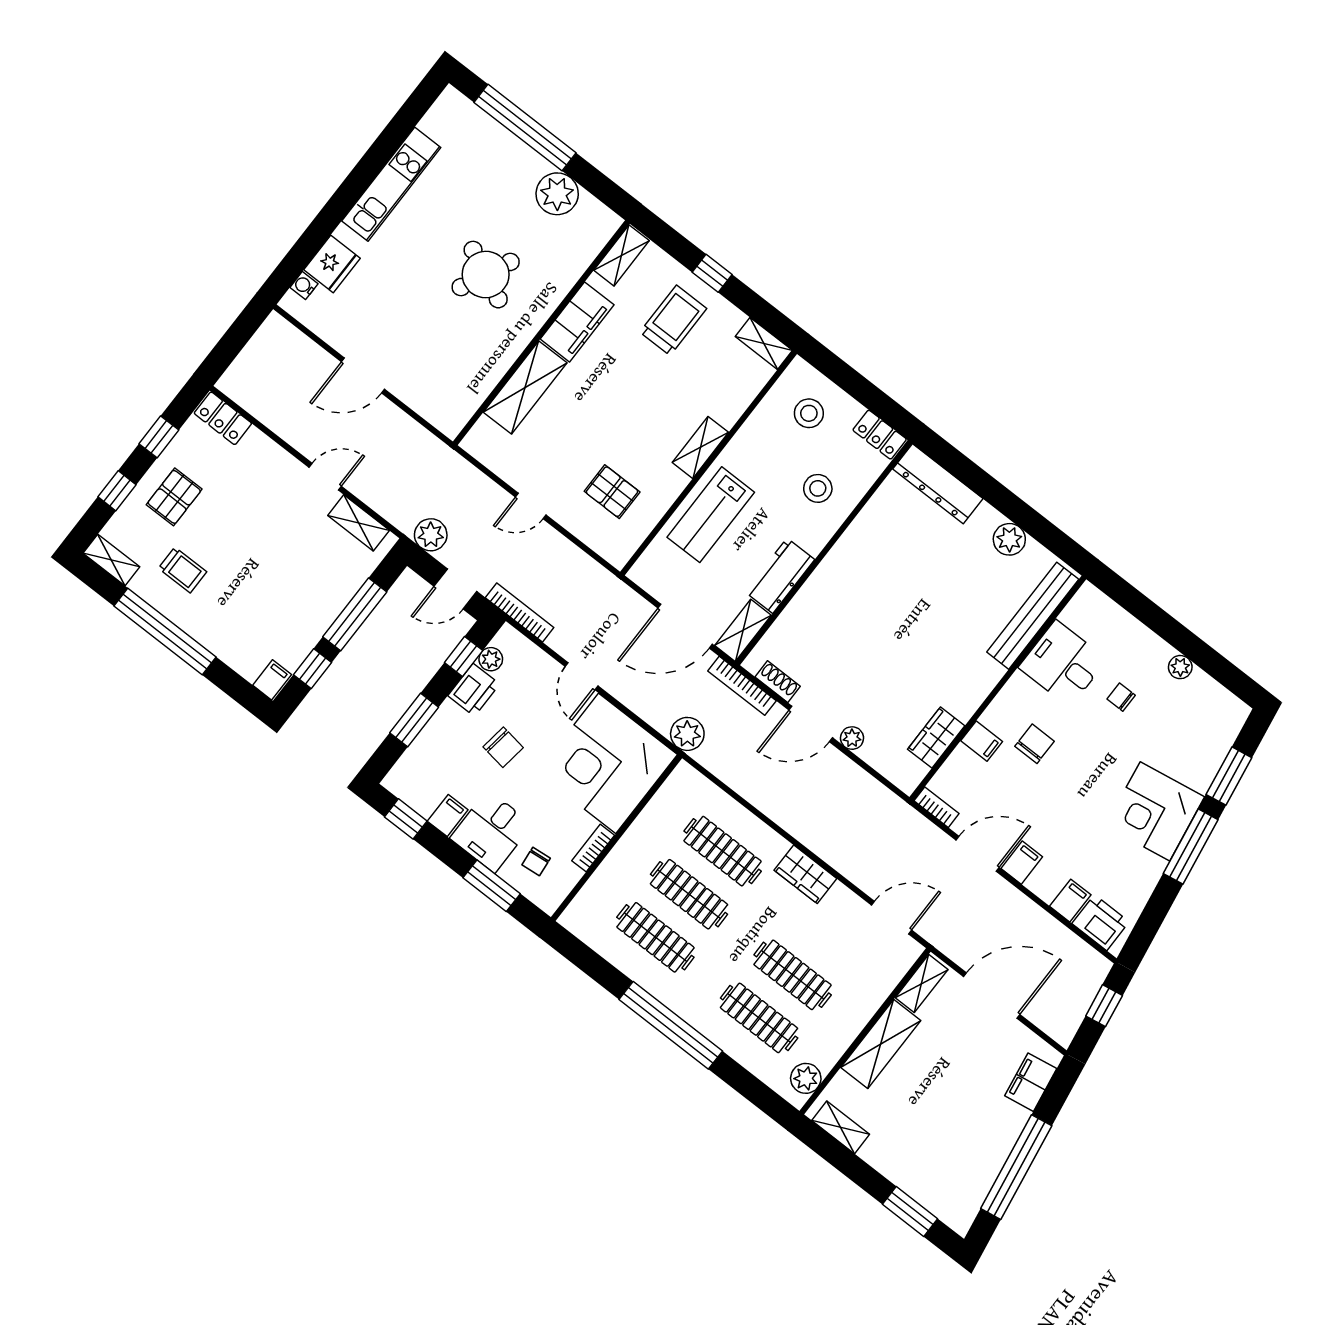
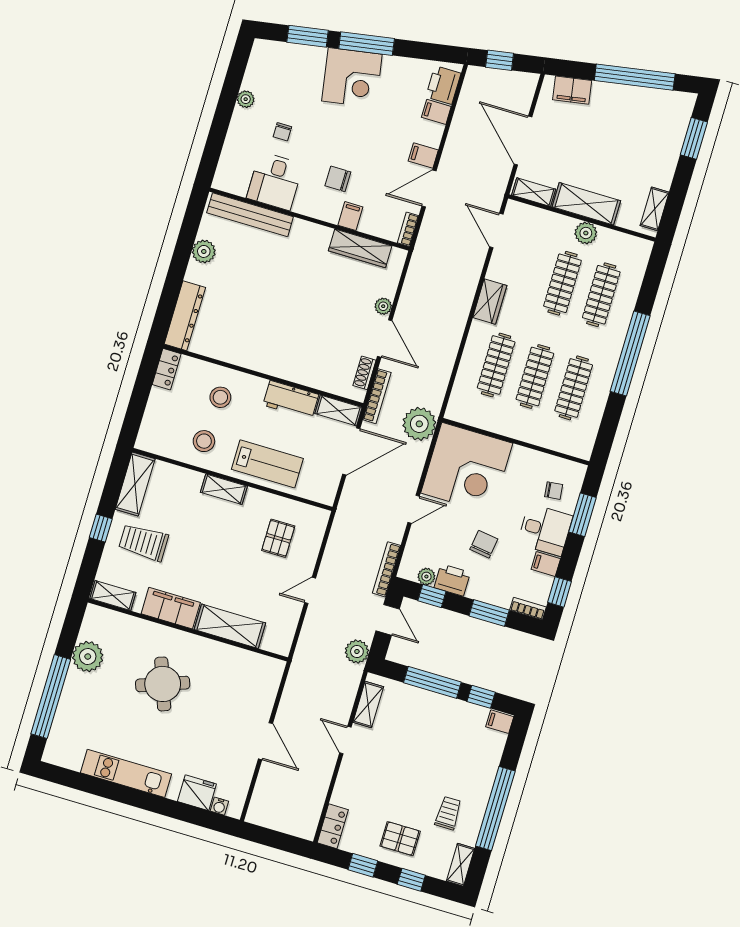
round table: (486, 275) -> (163, 684), turned 45
shelving: (764, 343) -> (135, 484), width x1.50, depth x1.33
stool: (809, 413) -> (204, 441), moved
door: (531, 506) -> (310, 590), swing flipped
door: (685, 626) -> (351, 451), hinge flipped
plant: (687, 734) -> (419, 424), width x1.36, depth x1.36
wardrobe: (936, 737) -> (360, 248), width x1.50
bookcase: (593, 848) -> (528, 609), moved, turned 180
door: (977, 854) -> (429, 189), hinge flipped
plant: (806, 1078) -> (586, 233), moved

